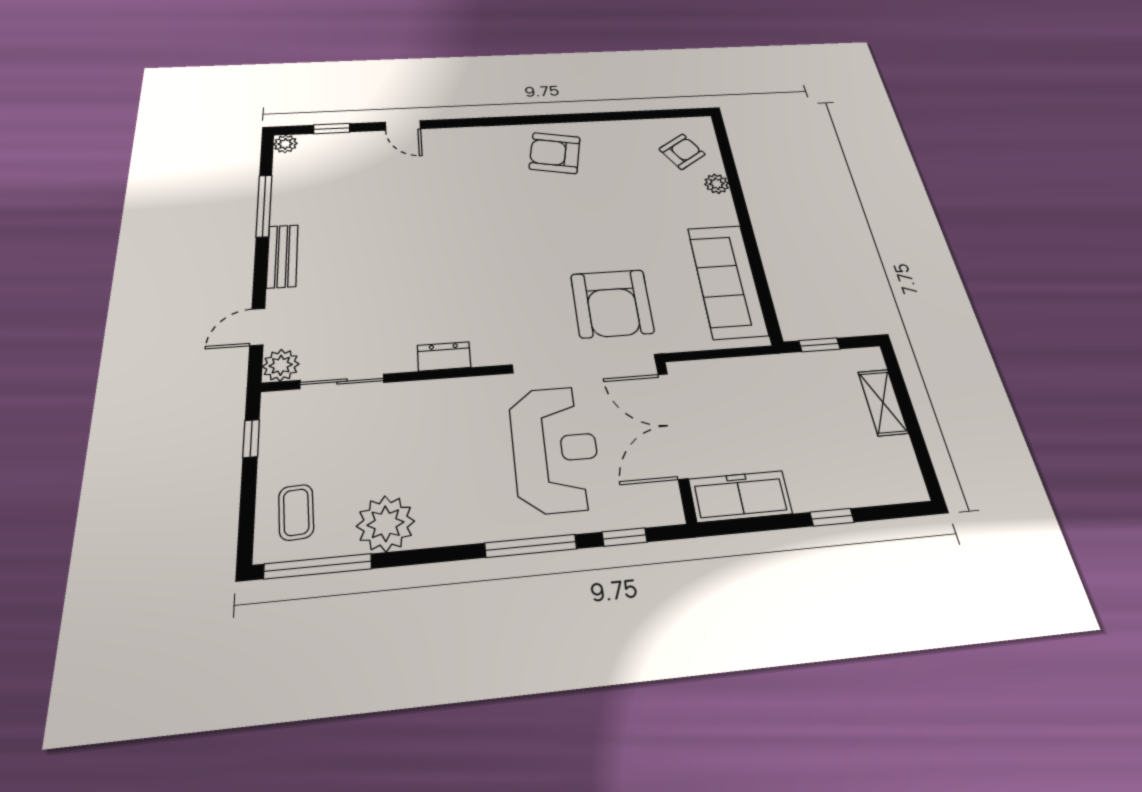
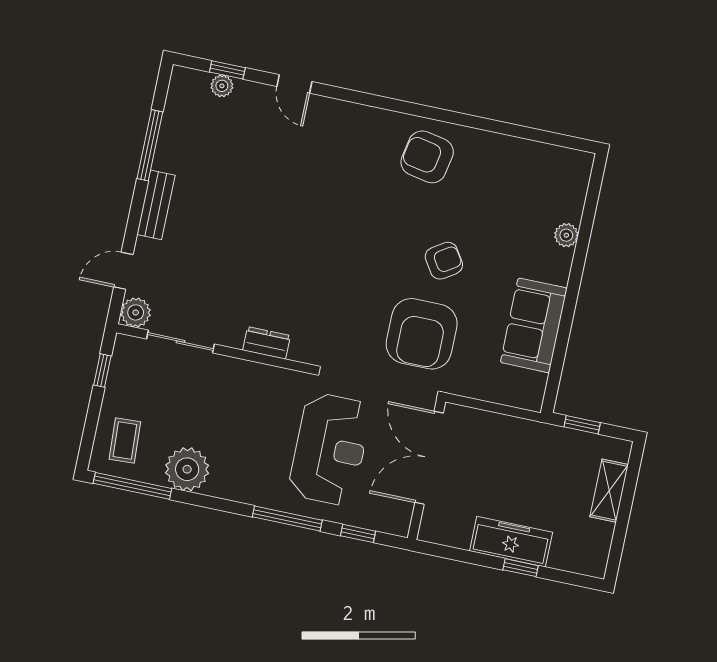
plant: (285, 144) -> (222, 86), moved
armchair: (682, 152) -> (444, 261), moved
sofa: (727, 281) -> (534, 325), width x0.73
freezer: (740, 496) -> (511, 542), moved

